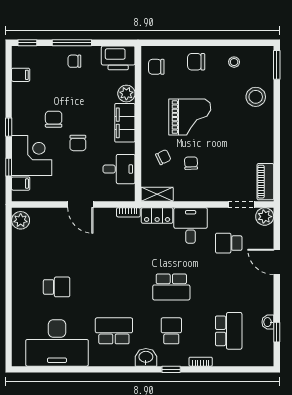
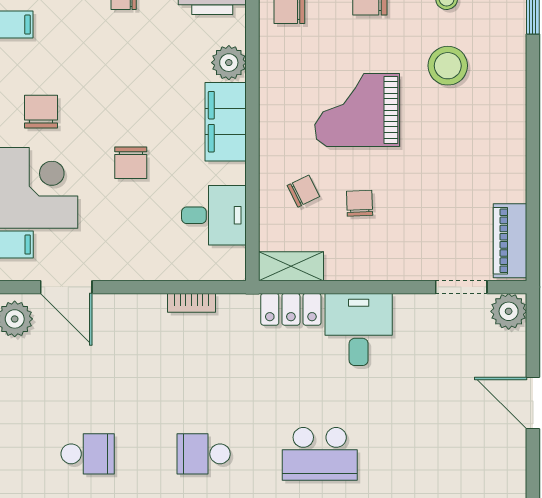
stool: (256, 97) -> (448, 66), moved
grand piano: (190, 117) -> (357, 110), turned 180
chair: (54, 119) -> (41, 112), moved
door: (80, 205) -> (66, 287), moved
bookcase: (128, 212) -> (192, 303), moved
school desk: (229, 243) -> (204, 454), moved

